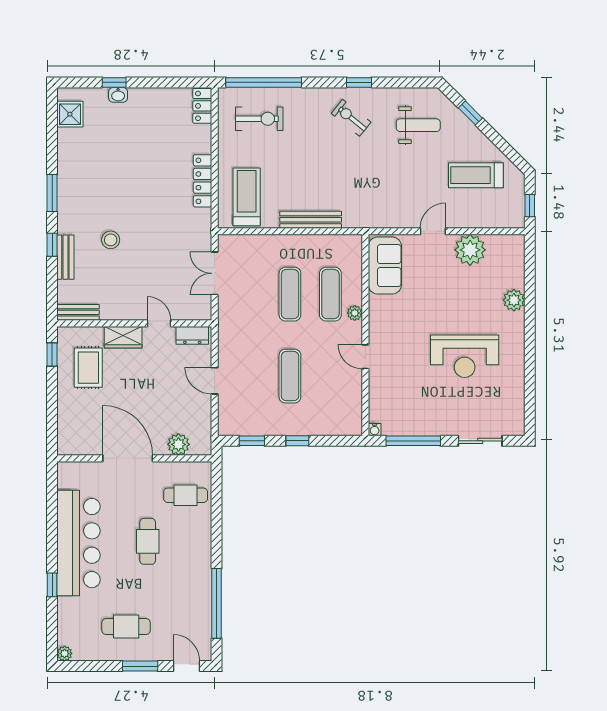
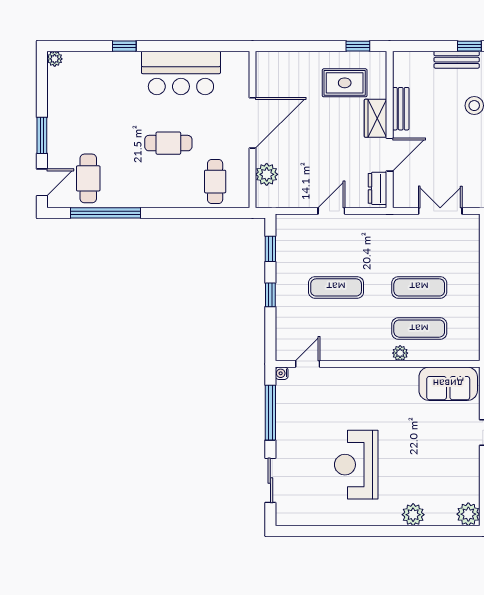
plant: (470, 250) -> (468, 514), moved, width x0.73, depth x0.73
bench: (78, 312) -> (401, 109), moved
door: (159, 323) -> (390, 155), width x1.38
door: (365, 357) -> (308, 364), moved
bar counter: (79, 543) -> (181, 73), width x0.73
cafe table: (126, 627) -> (88, 178), moved

